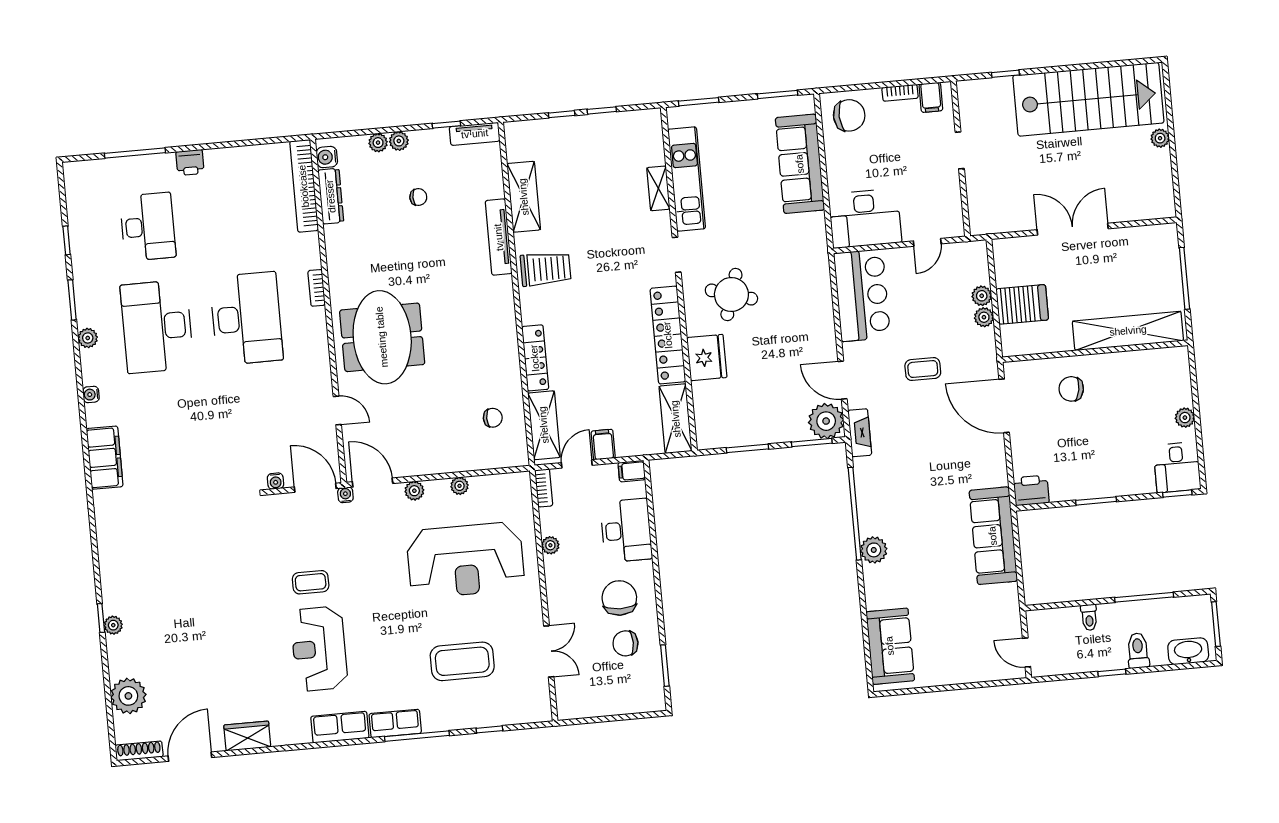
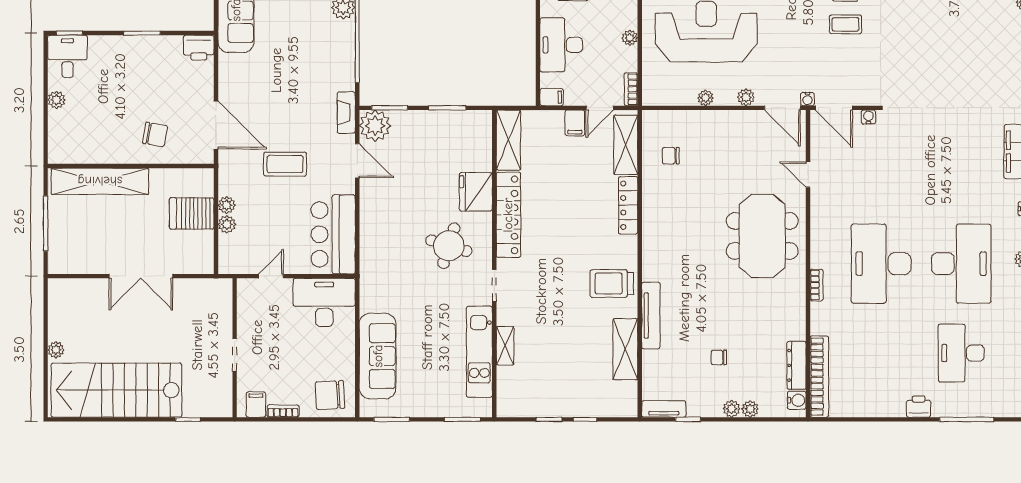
coffee table: (923, 369) -> (285, 164), width x1.36, depth x1.30

